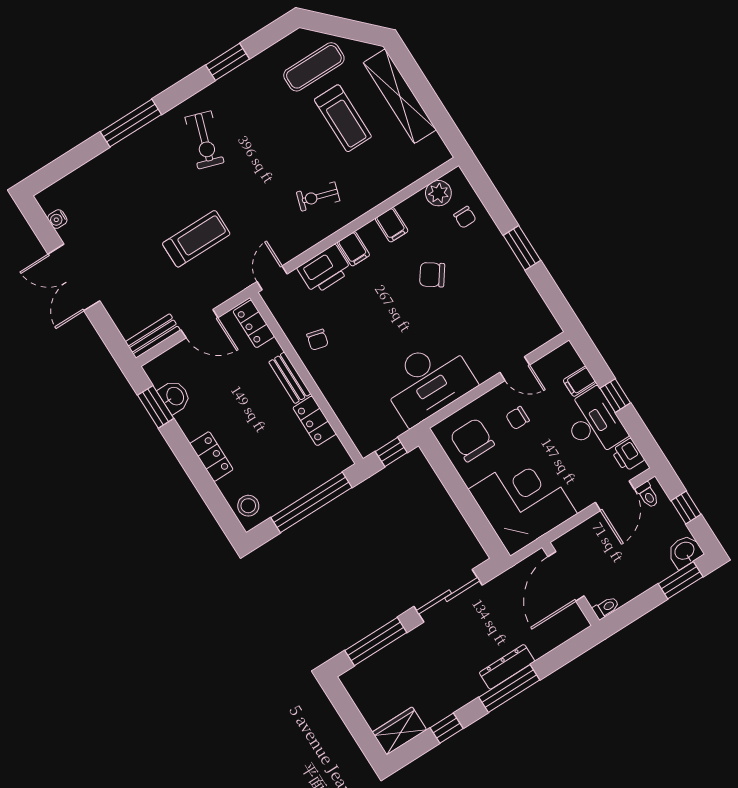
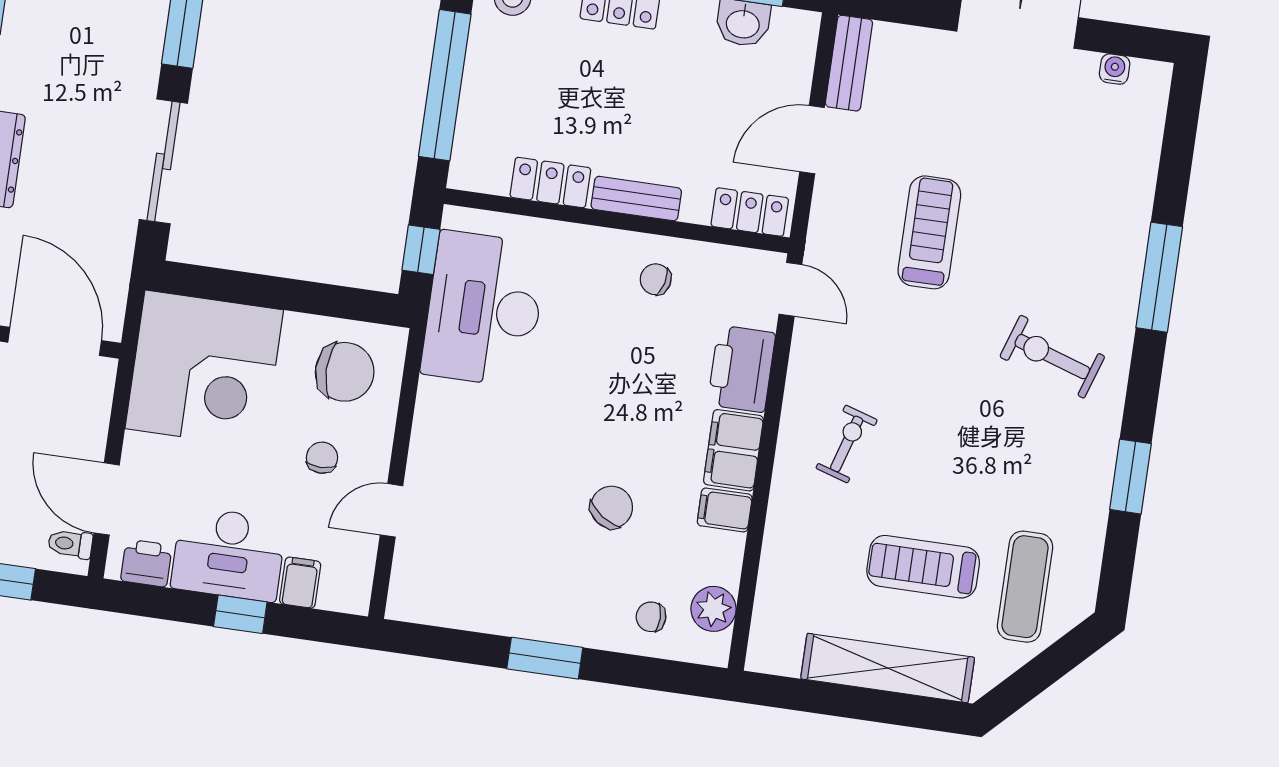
treadmill: (196, 239) -> (929, 232), turned 180
filing cabinet: (353, 249) -> (734, 450), width x2.00
desk: (428, 381) -> (484, 309), moved

